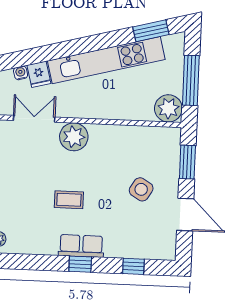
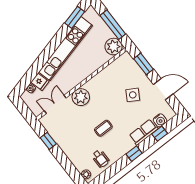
wheelchair: (33, 235) -> (101, 159), added
row of seats: (81, 246) -> (144, 132), moved
water cooler: (148, 250) -> (160, 120), added

